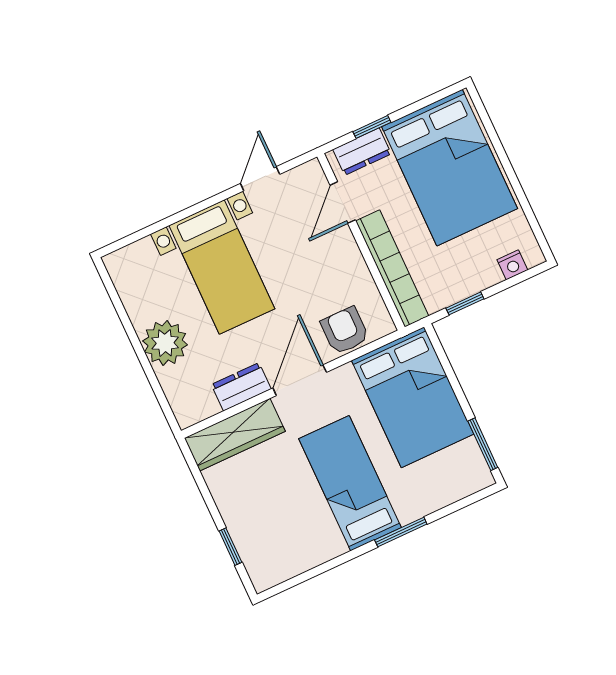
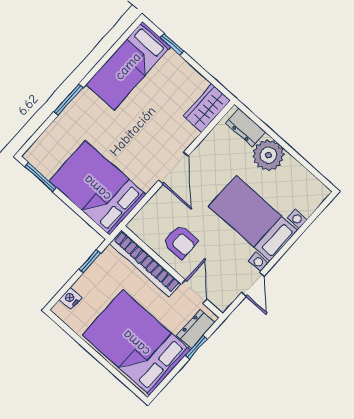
armchair: (345, 331) -> (181, 242), moved
dresser: (241, 387) -> (246, 127), moved, turned 90
wardrobe: (235, 435) -> (207, 108), width x0.67
bed: (350, 483) -> (128, 66), moved, turned 90

